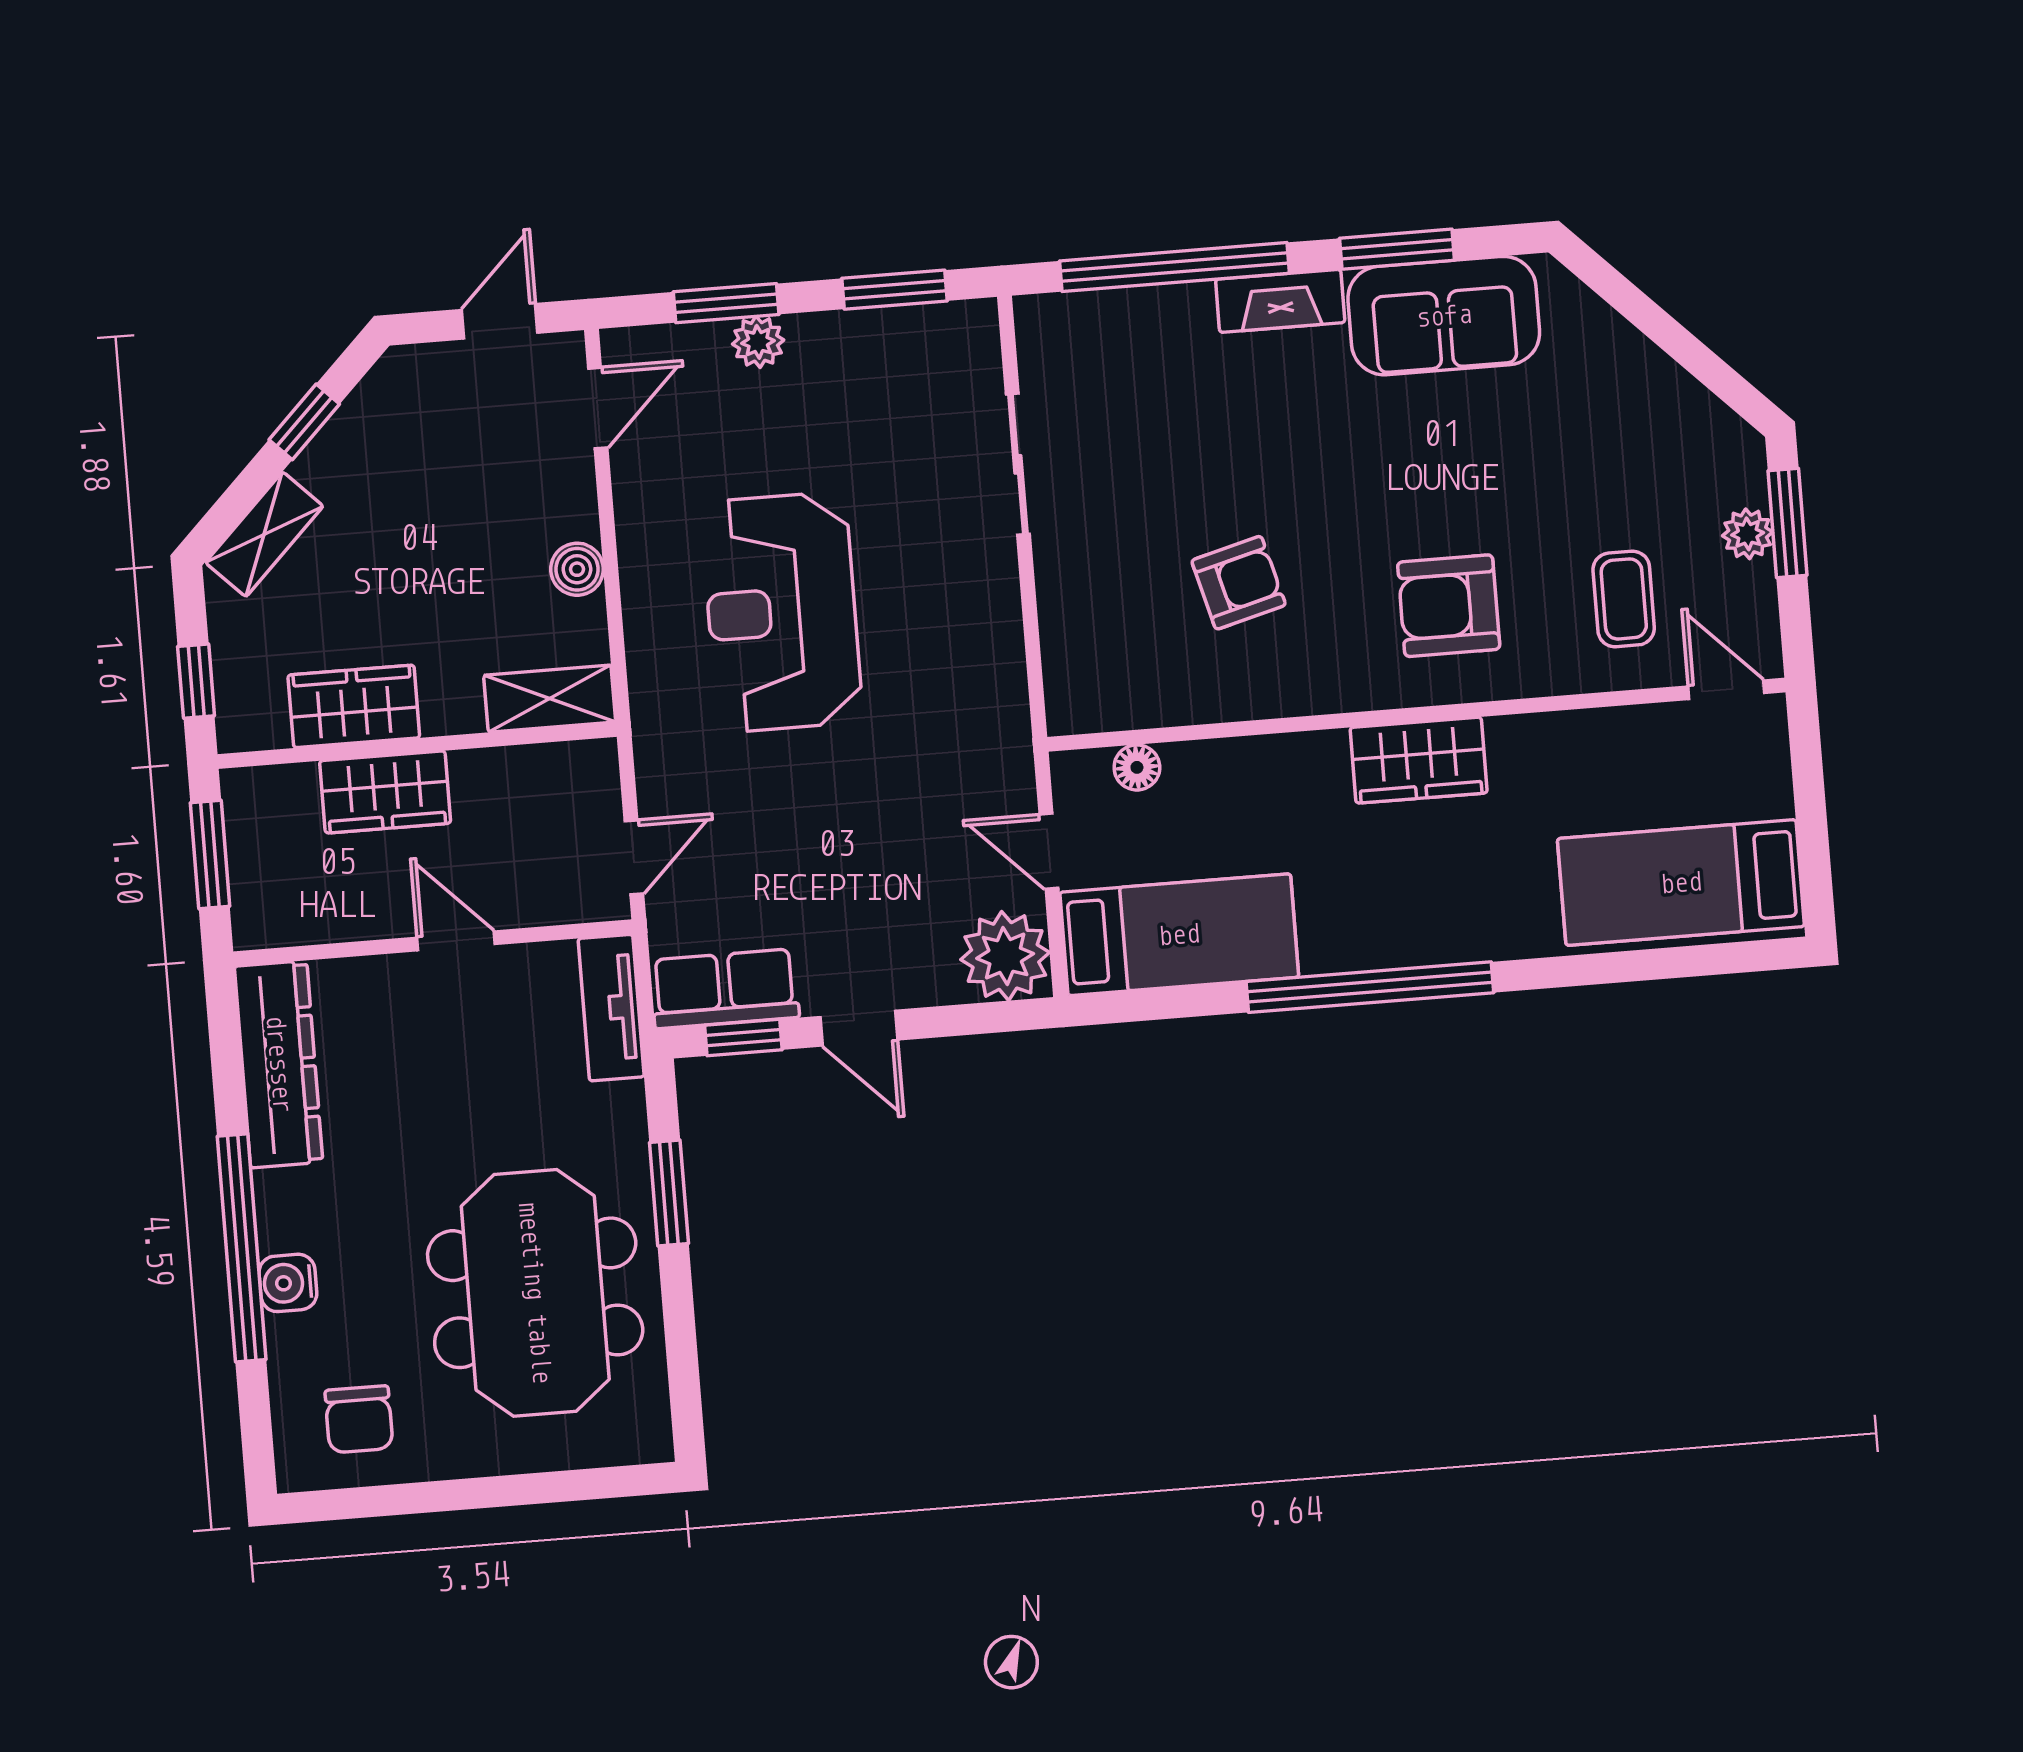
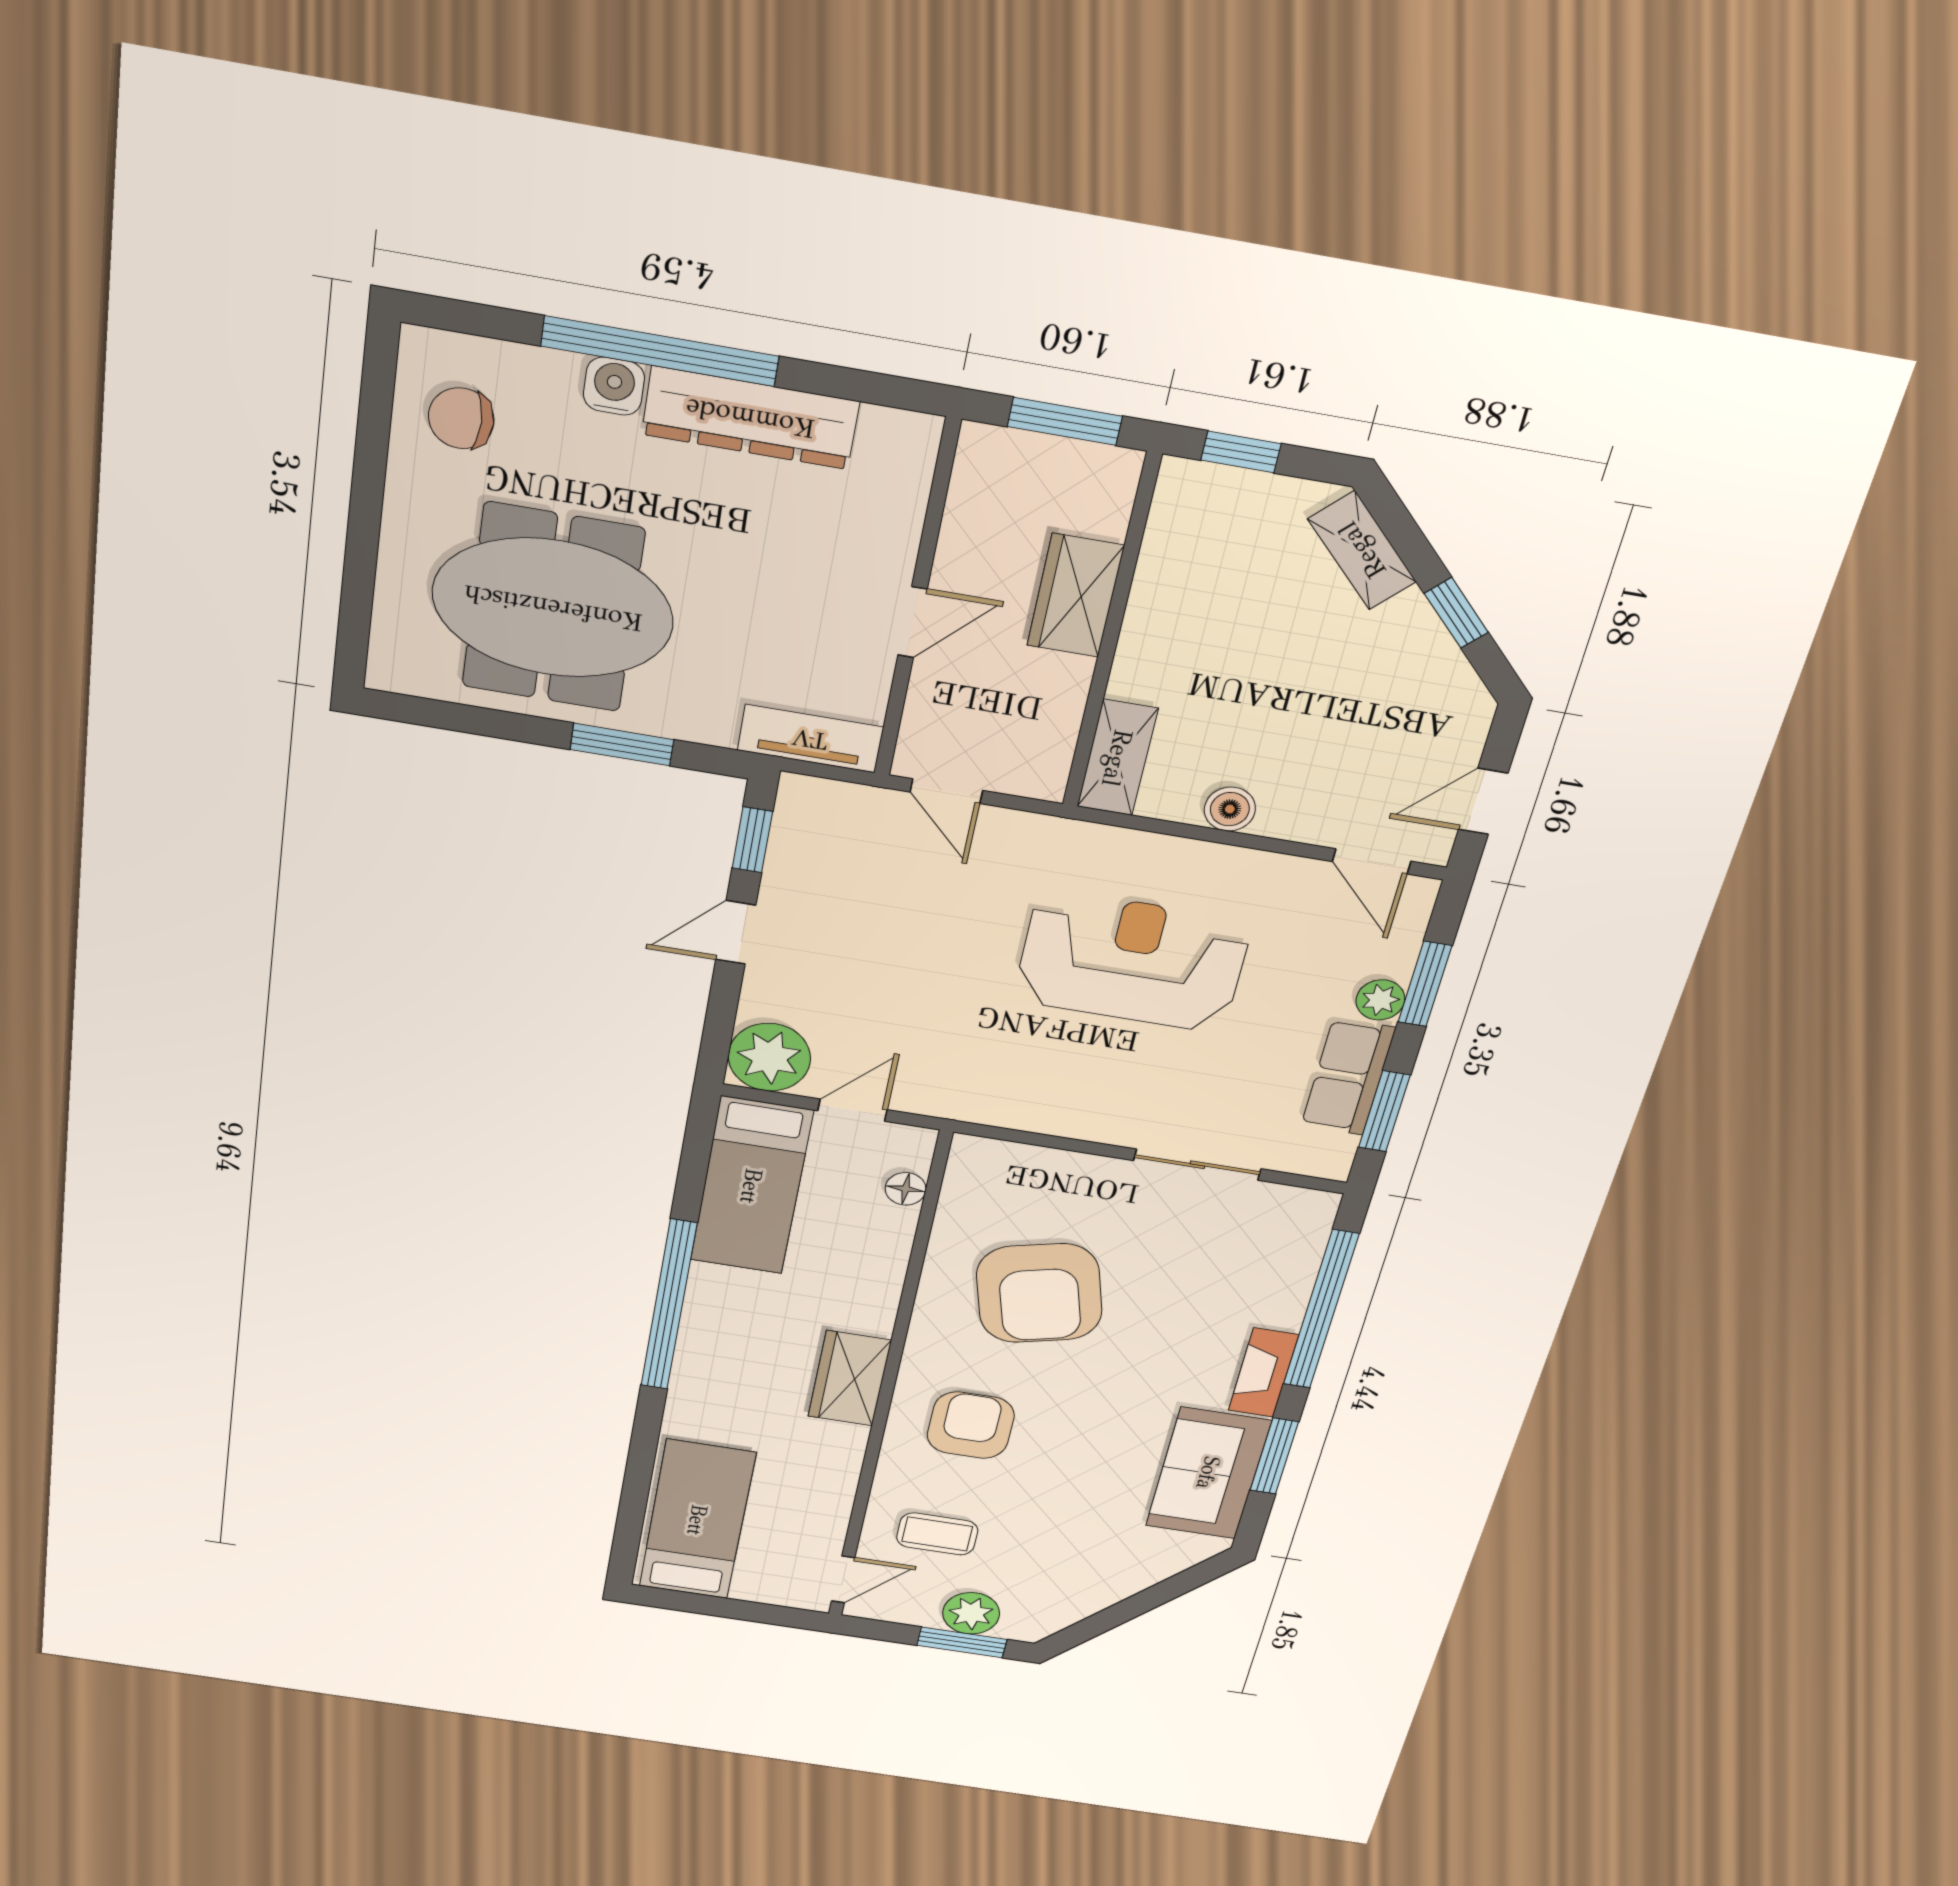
door: (500, 321) -> (1483, 801), swing flipped
plant: (1748, 534) -> (971, 1613), width x1.38, depth x1.38
armchair: (1239, 583) -> (1039, 1293), width x1.88, depth x1.88
wardrobe: (354, 706) -> (1167, 589), removed
row of seats: (725, 989) -> (1348, 1077), moved, turned 180
dresser: (279, 1064) -> (750, 418), moved

